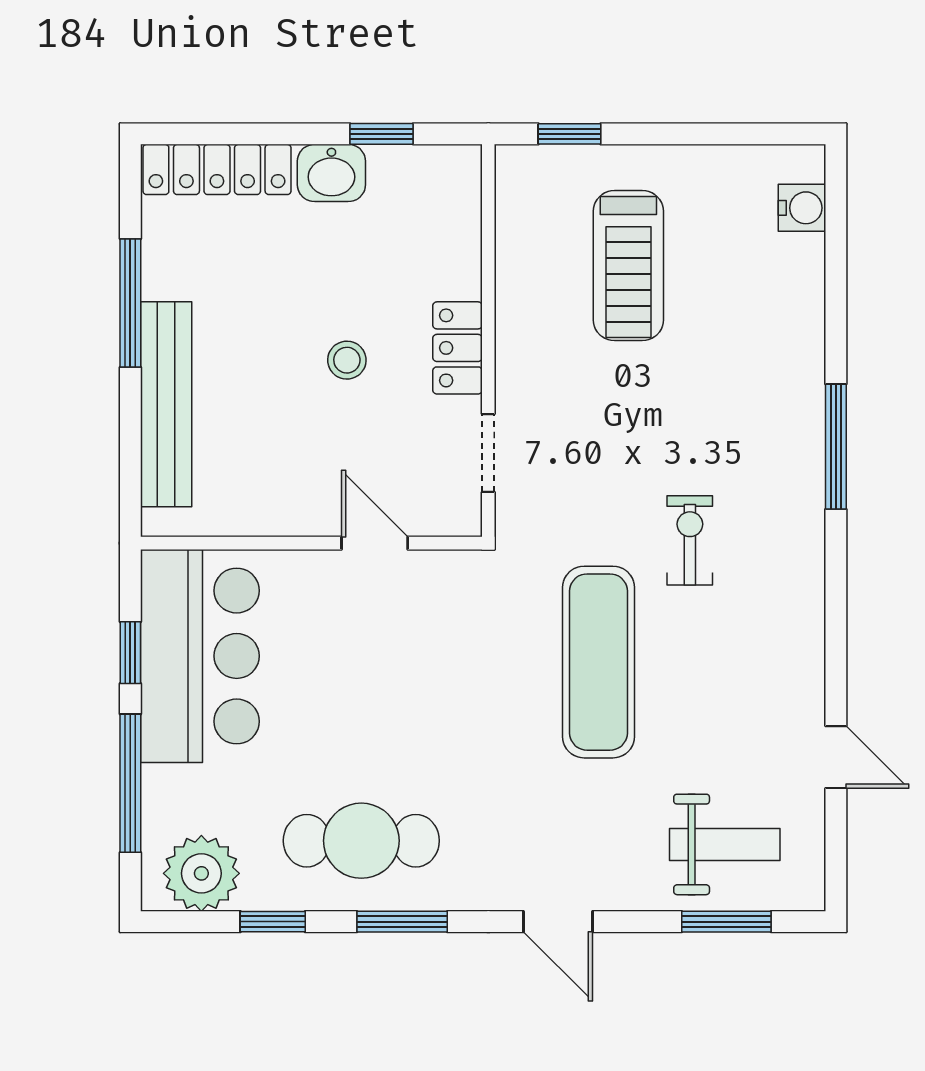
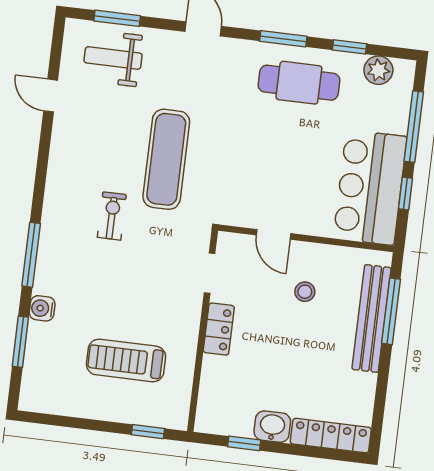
water cooler: (802, 208) -> (42, 308), moved
treadmill: (628, 266) -> (126, 360), turned -90
window: (836, 277) -> (20, 342), added
window: (130, 303) -> (391, 311), moved
stool: (347, 360) -> (305, 292), moved
exercise bike: (690, 540) -> (112, 216), turned 180
plant: (201, 873) -> (378, 70), width x0.73, depth x0.73

